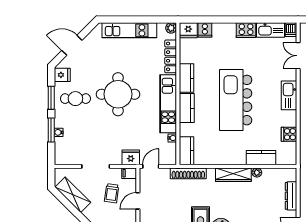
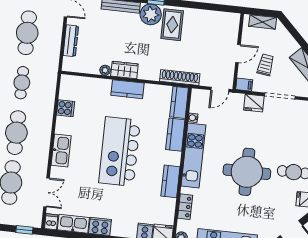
locker: (171, 56) -> (185, 207), width x0.66
kitchen island: (236, 100) -> (120, 152), turned 180
kitchen counter: (187, 108) -> (175, 135), moved
fridge: (131, 157) -> (254, 103), moved
kitchen counter: (261, 158) -> (128, 89), moved
wardrobe: (233, 175) -> (124, 70), width x0.67

